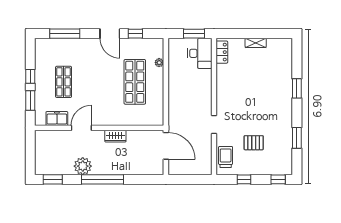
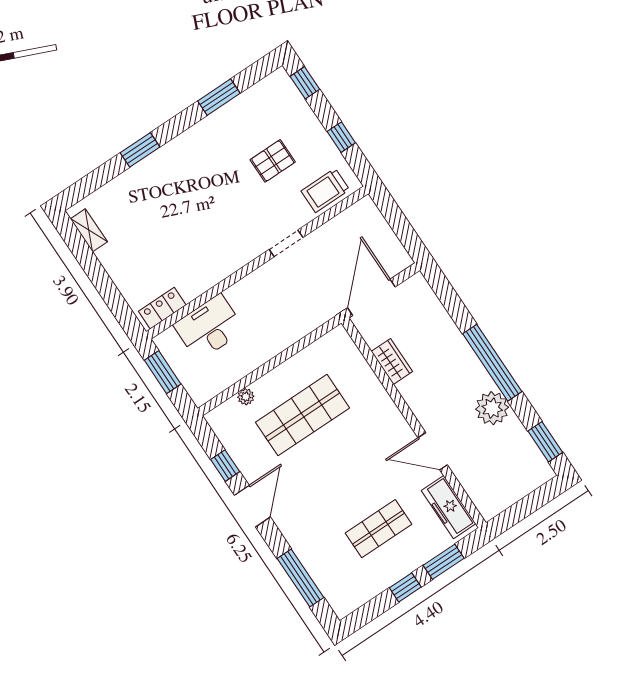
shelving: (256, 43) -> (89, 230), moved
desk: (200, 53) -> (209, 328), moved
freezer: (57, 118) -> (449, 507), width x1.40
wardrobe: (115, 136) -> (392, 361), moved
pallet: (254, 143) -> (273, 161), turned 90

